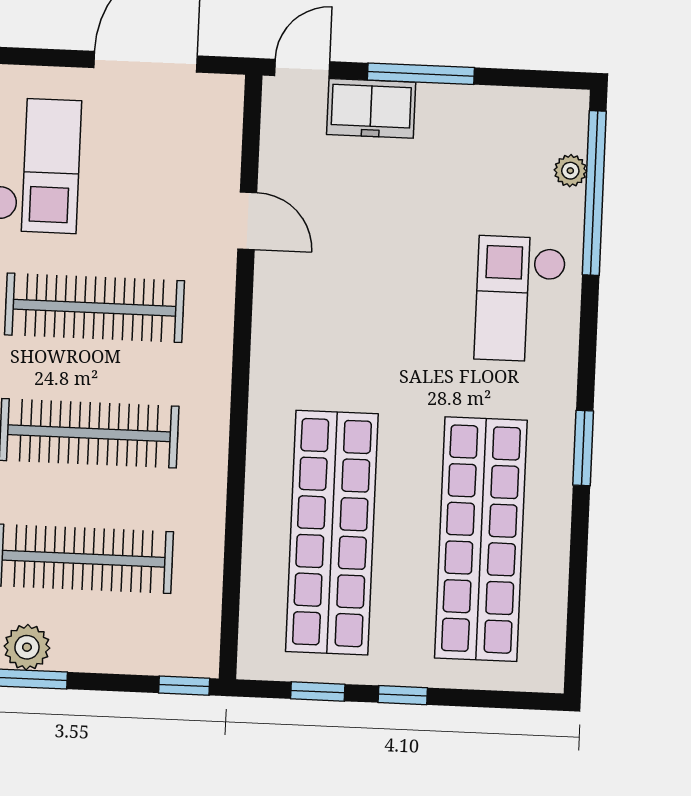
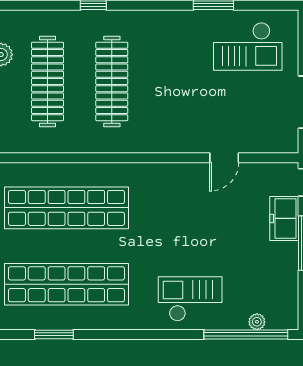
clothes rail: (94, 308) -> (176, 81), removed
window: (583, 448) -> (54, 334), moved

